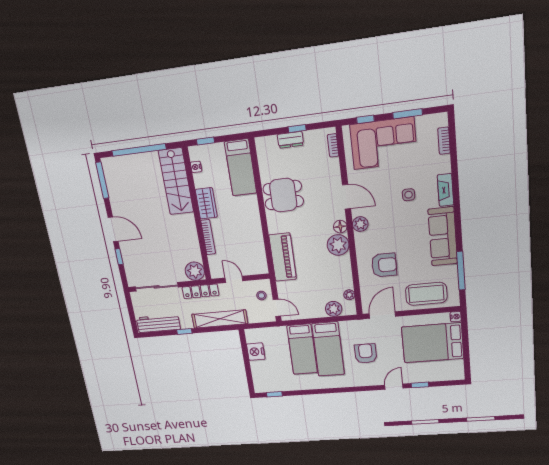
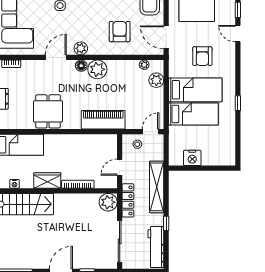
armchair: (366, 353) -> (202, 56), turned -90
window: (274, 394) -> (238, 103), moved

